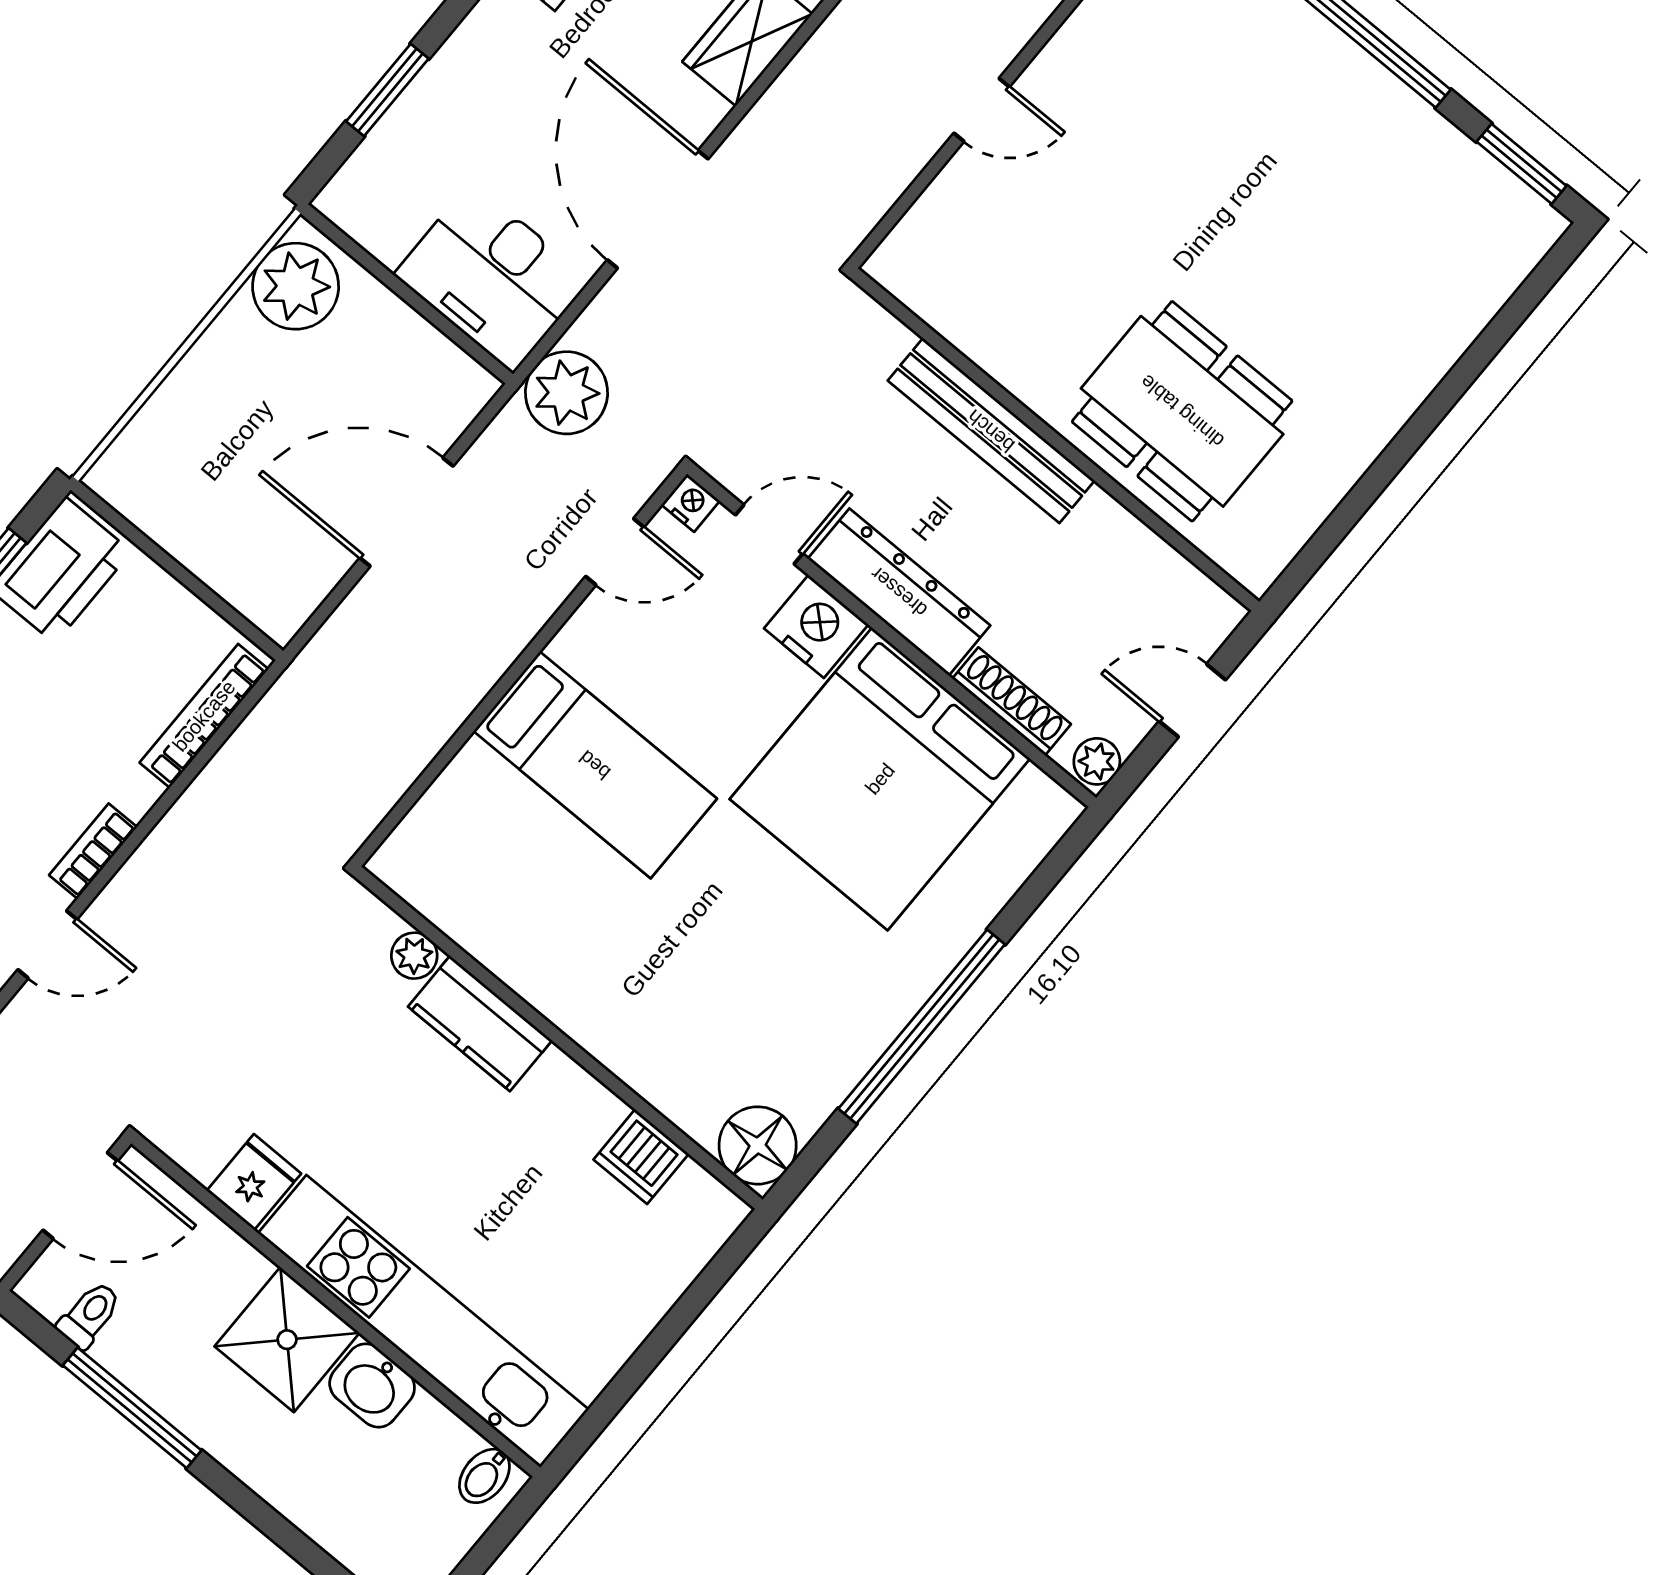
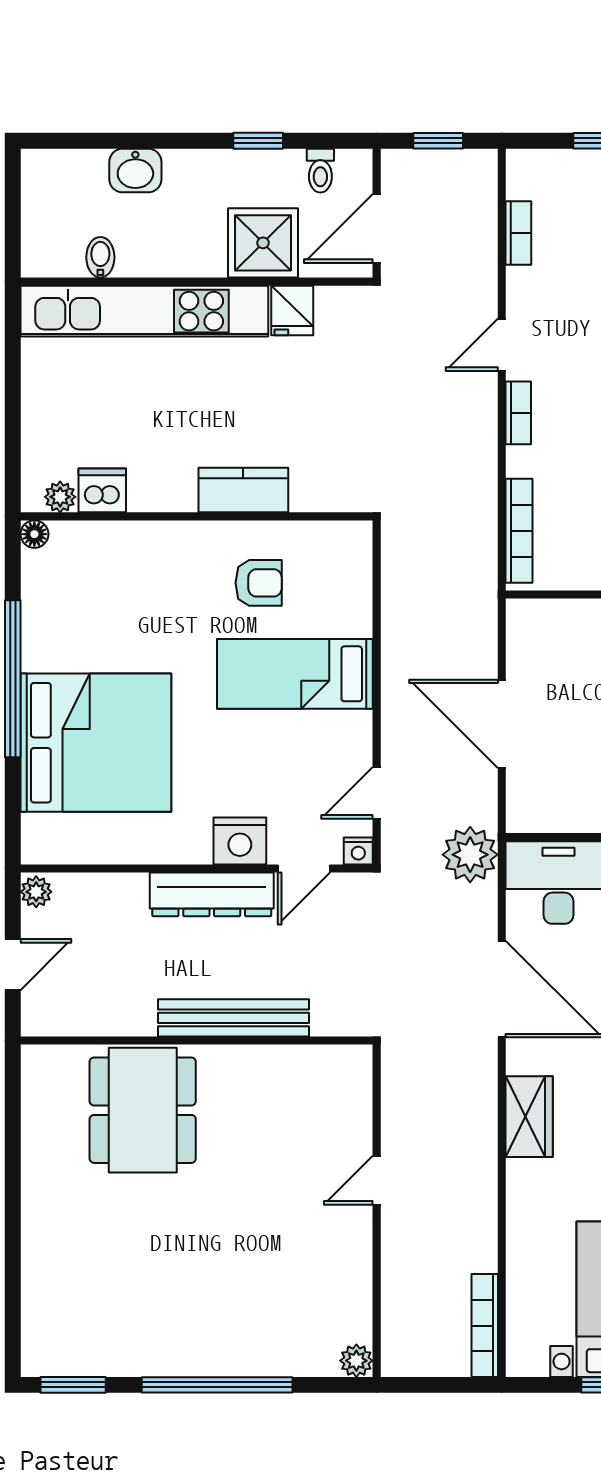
dining table: (1182, 411) -> (143, 1110), turned 90
door: (406, 512) -> (502, 724), swing flipped
shoe rack: (1012, 701) -> (106, 886), removed
bed: (880, 779) -> (96, 743), moved, turned 90
armchair: (551, 903) -> (259, 583), added
plant: (414, 956) -> (60, 497), moved
floor lamp: (758, 1145) -> (34, 534), width x0.53, depth x0.53
shower: (287, 1340) -> (263, 243), moved
washbasin: (372, 1385) -> (135, 171), moved, turned 180
window: (132, 1408) -> (258, 141), width x0.46
bidet: (484, 1476) -> (100, 257), moved

